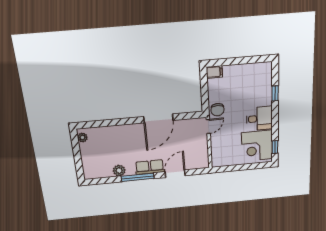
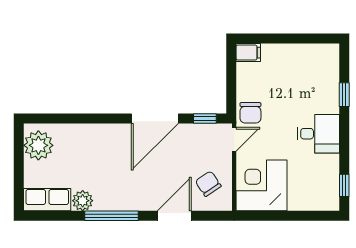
window: (190, 116) -> (205, 118), added
plant: (82, 137) -> (38, 145), width x1.88, depth x1.88
corner desk: (257, 146) -> (262, 185), moved, turned 90
chair: (194, 154) -> (208, 184), added
row of seats: (150, 167) -> (47, 200), moved

